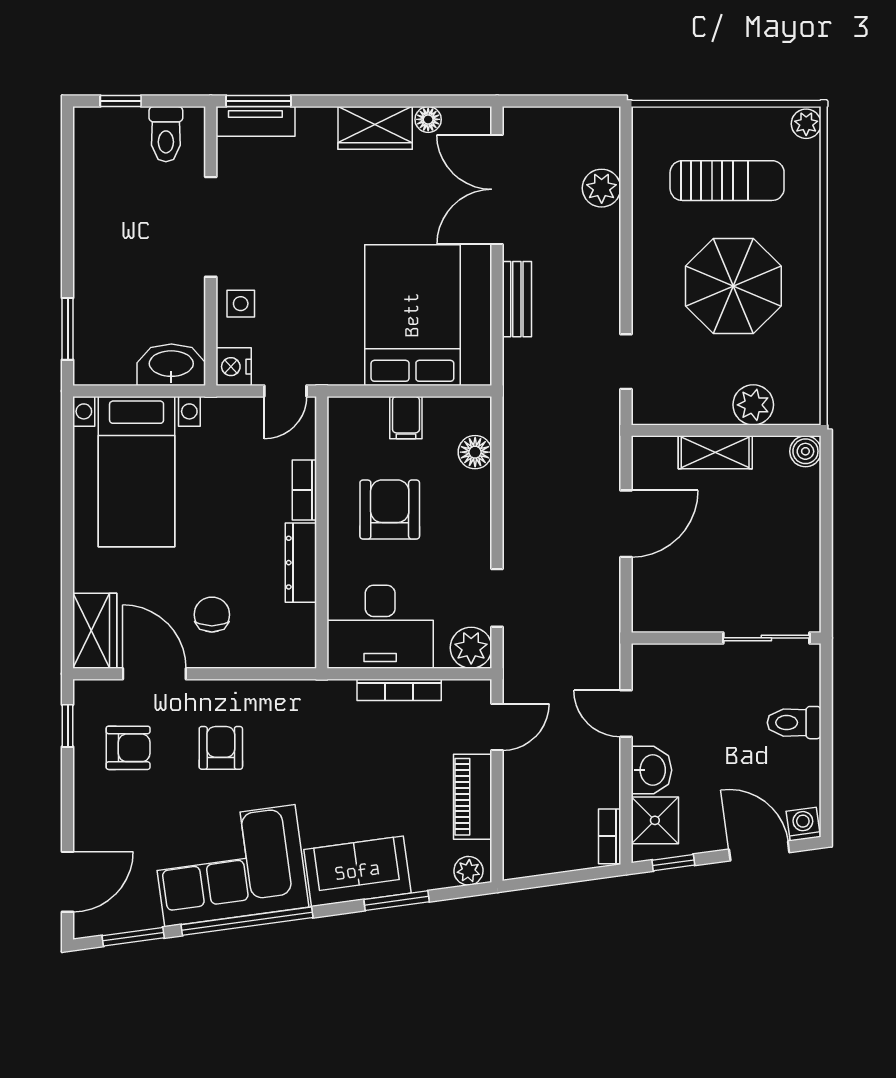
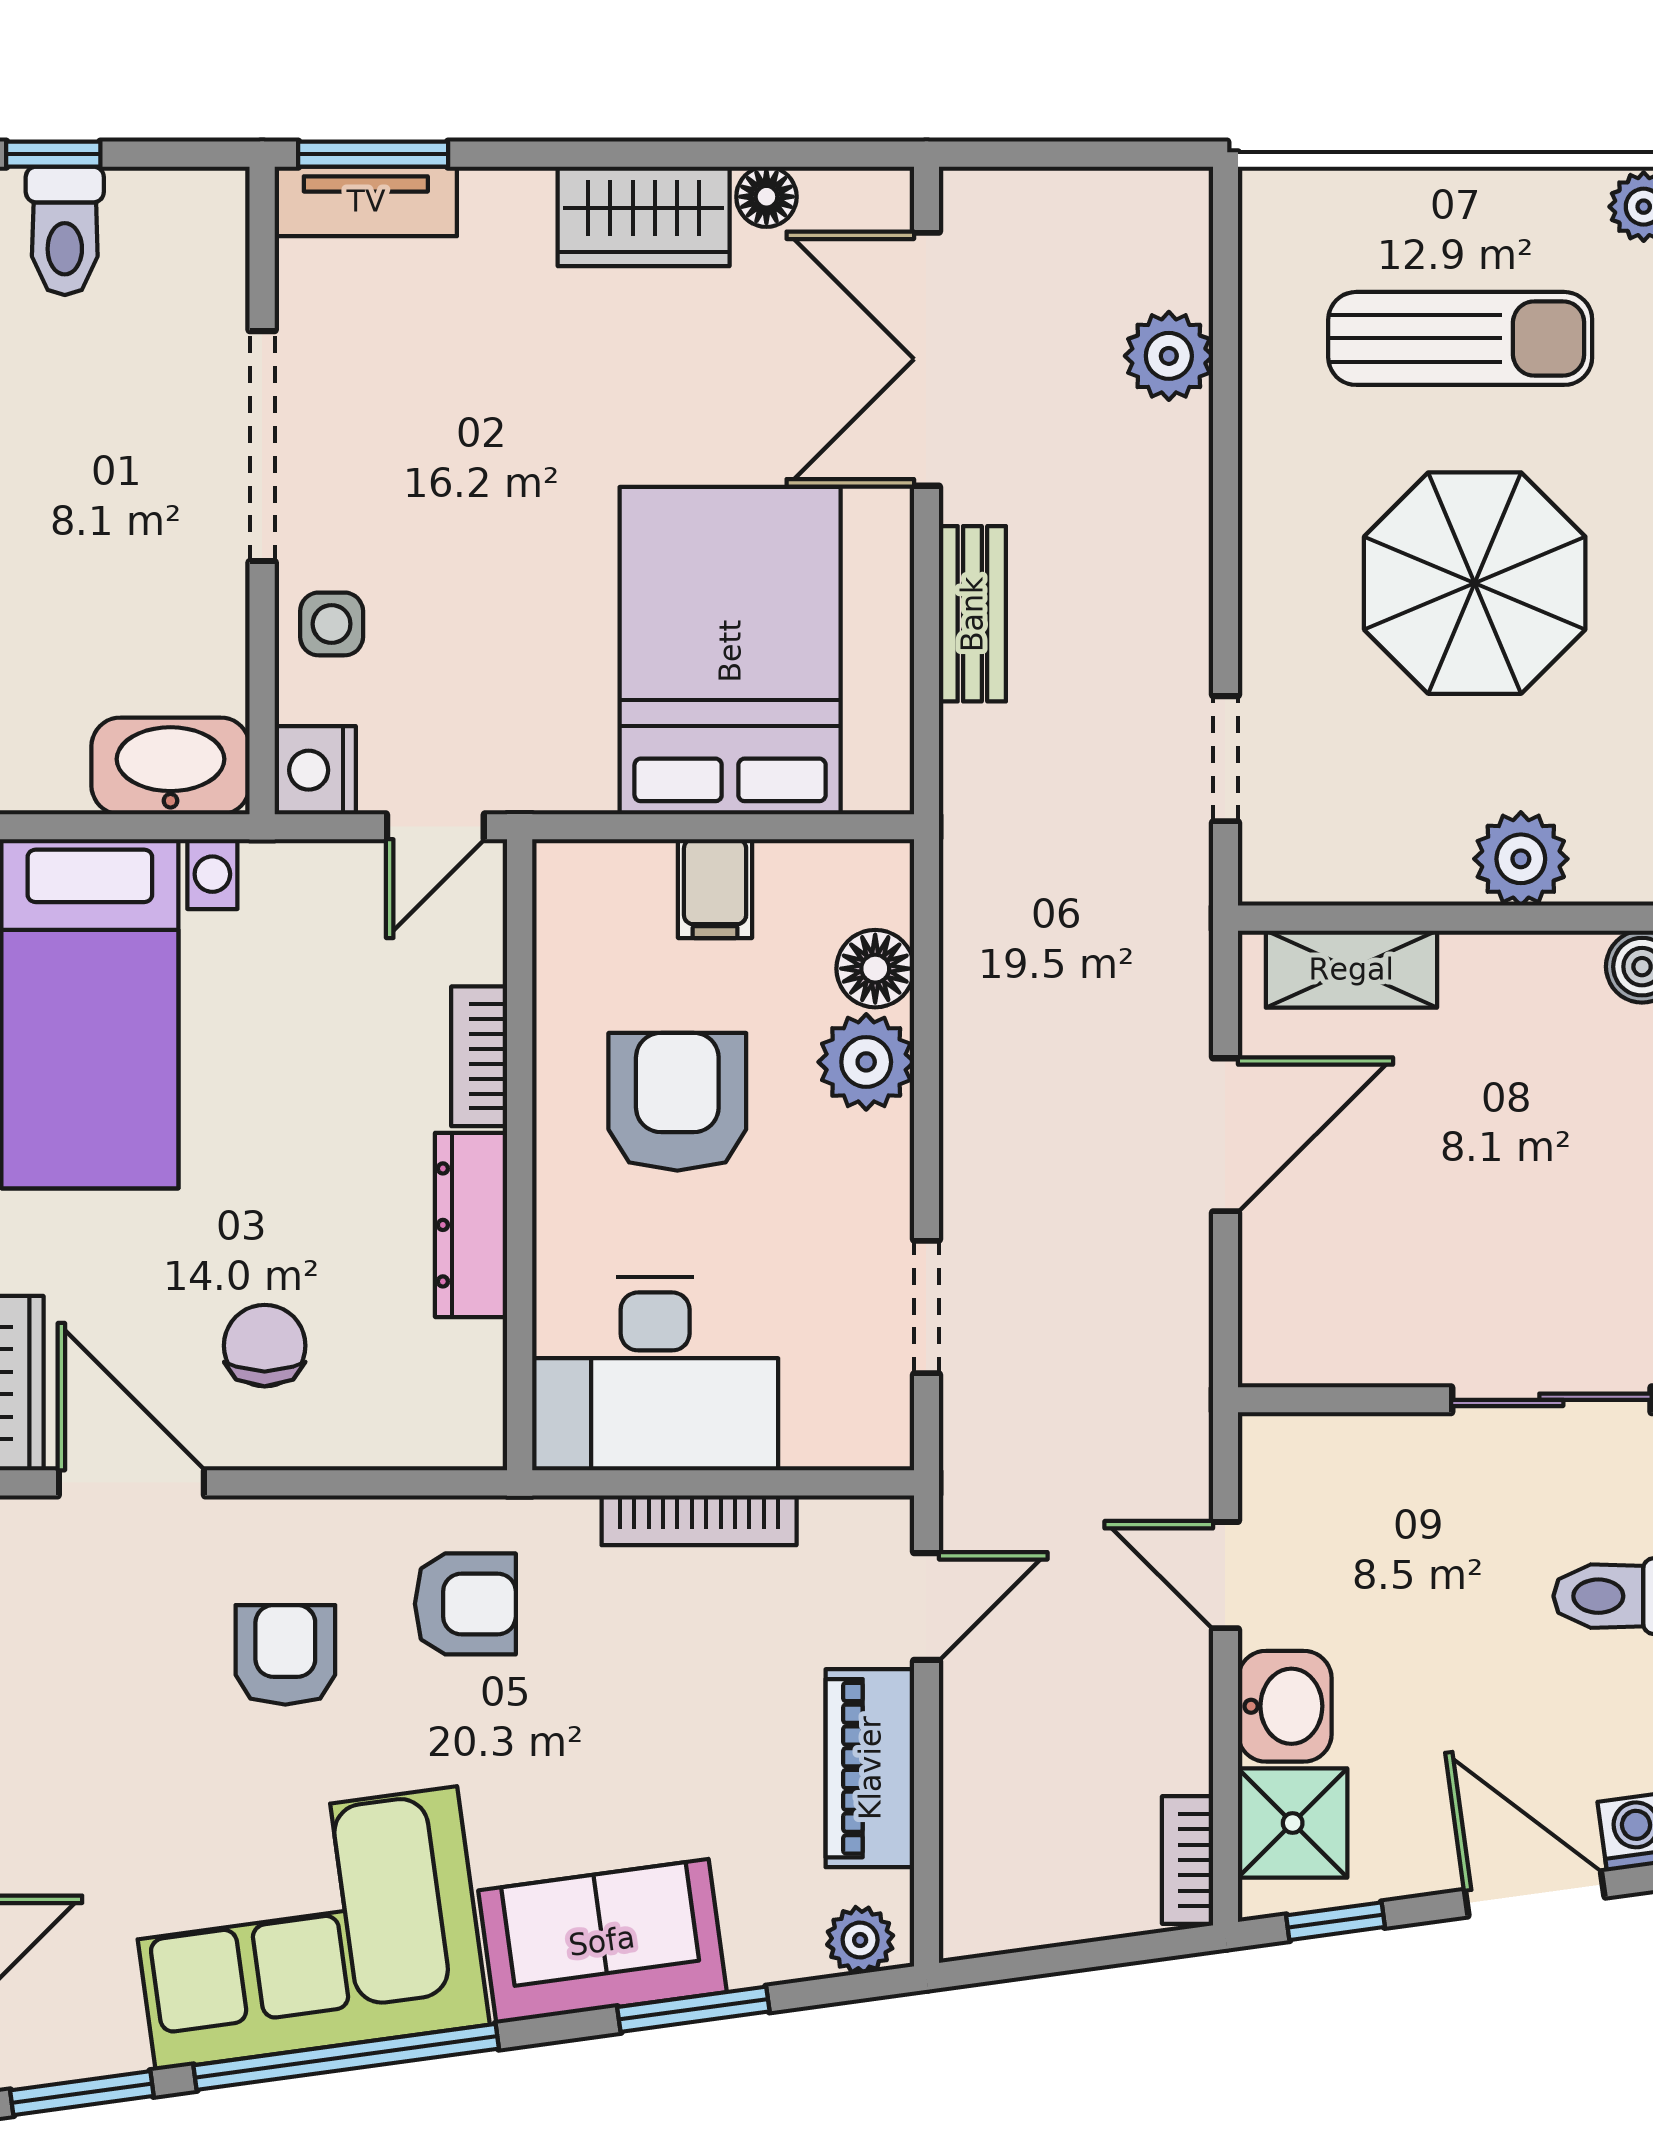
toilet: (166, 134) -> (65, 231), moved
shelving: (715, 452) -> (1351, 969), moved
plant: (471, 648) -> (866, 1062), moved
armchair: (128, 748) -> (465, 1604), moved

